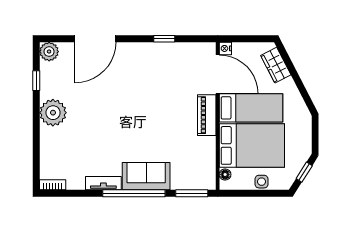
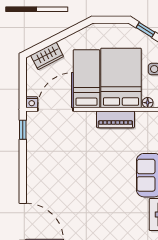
window: (164, 39) -> (23, 130), moved
piano: (207, 115) -> (115, 119), moved

